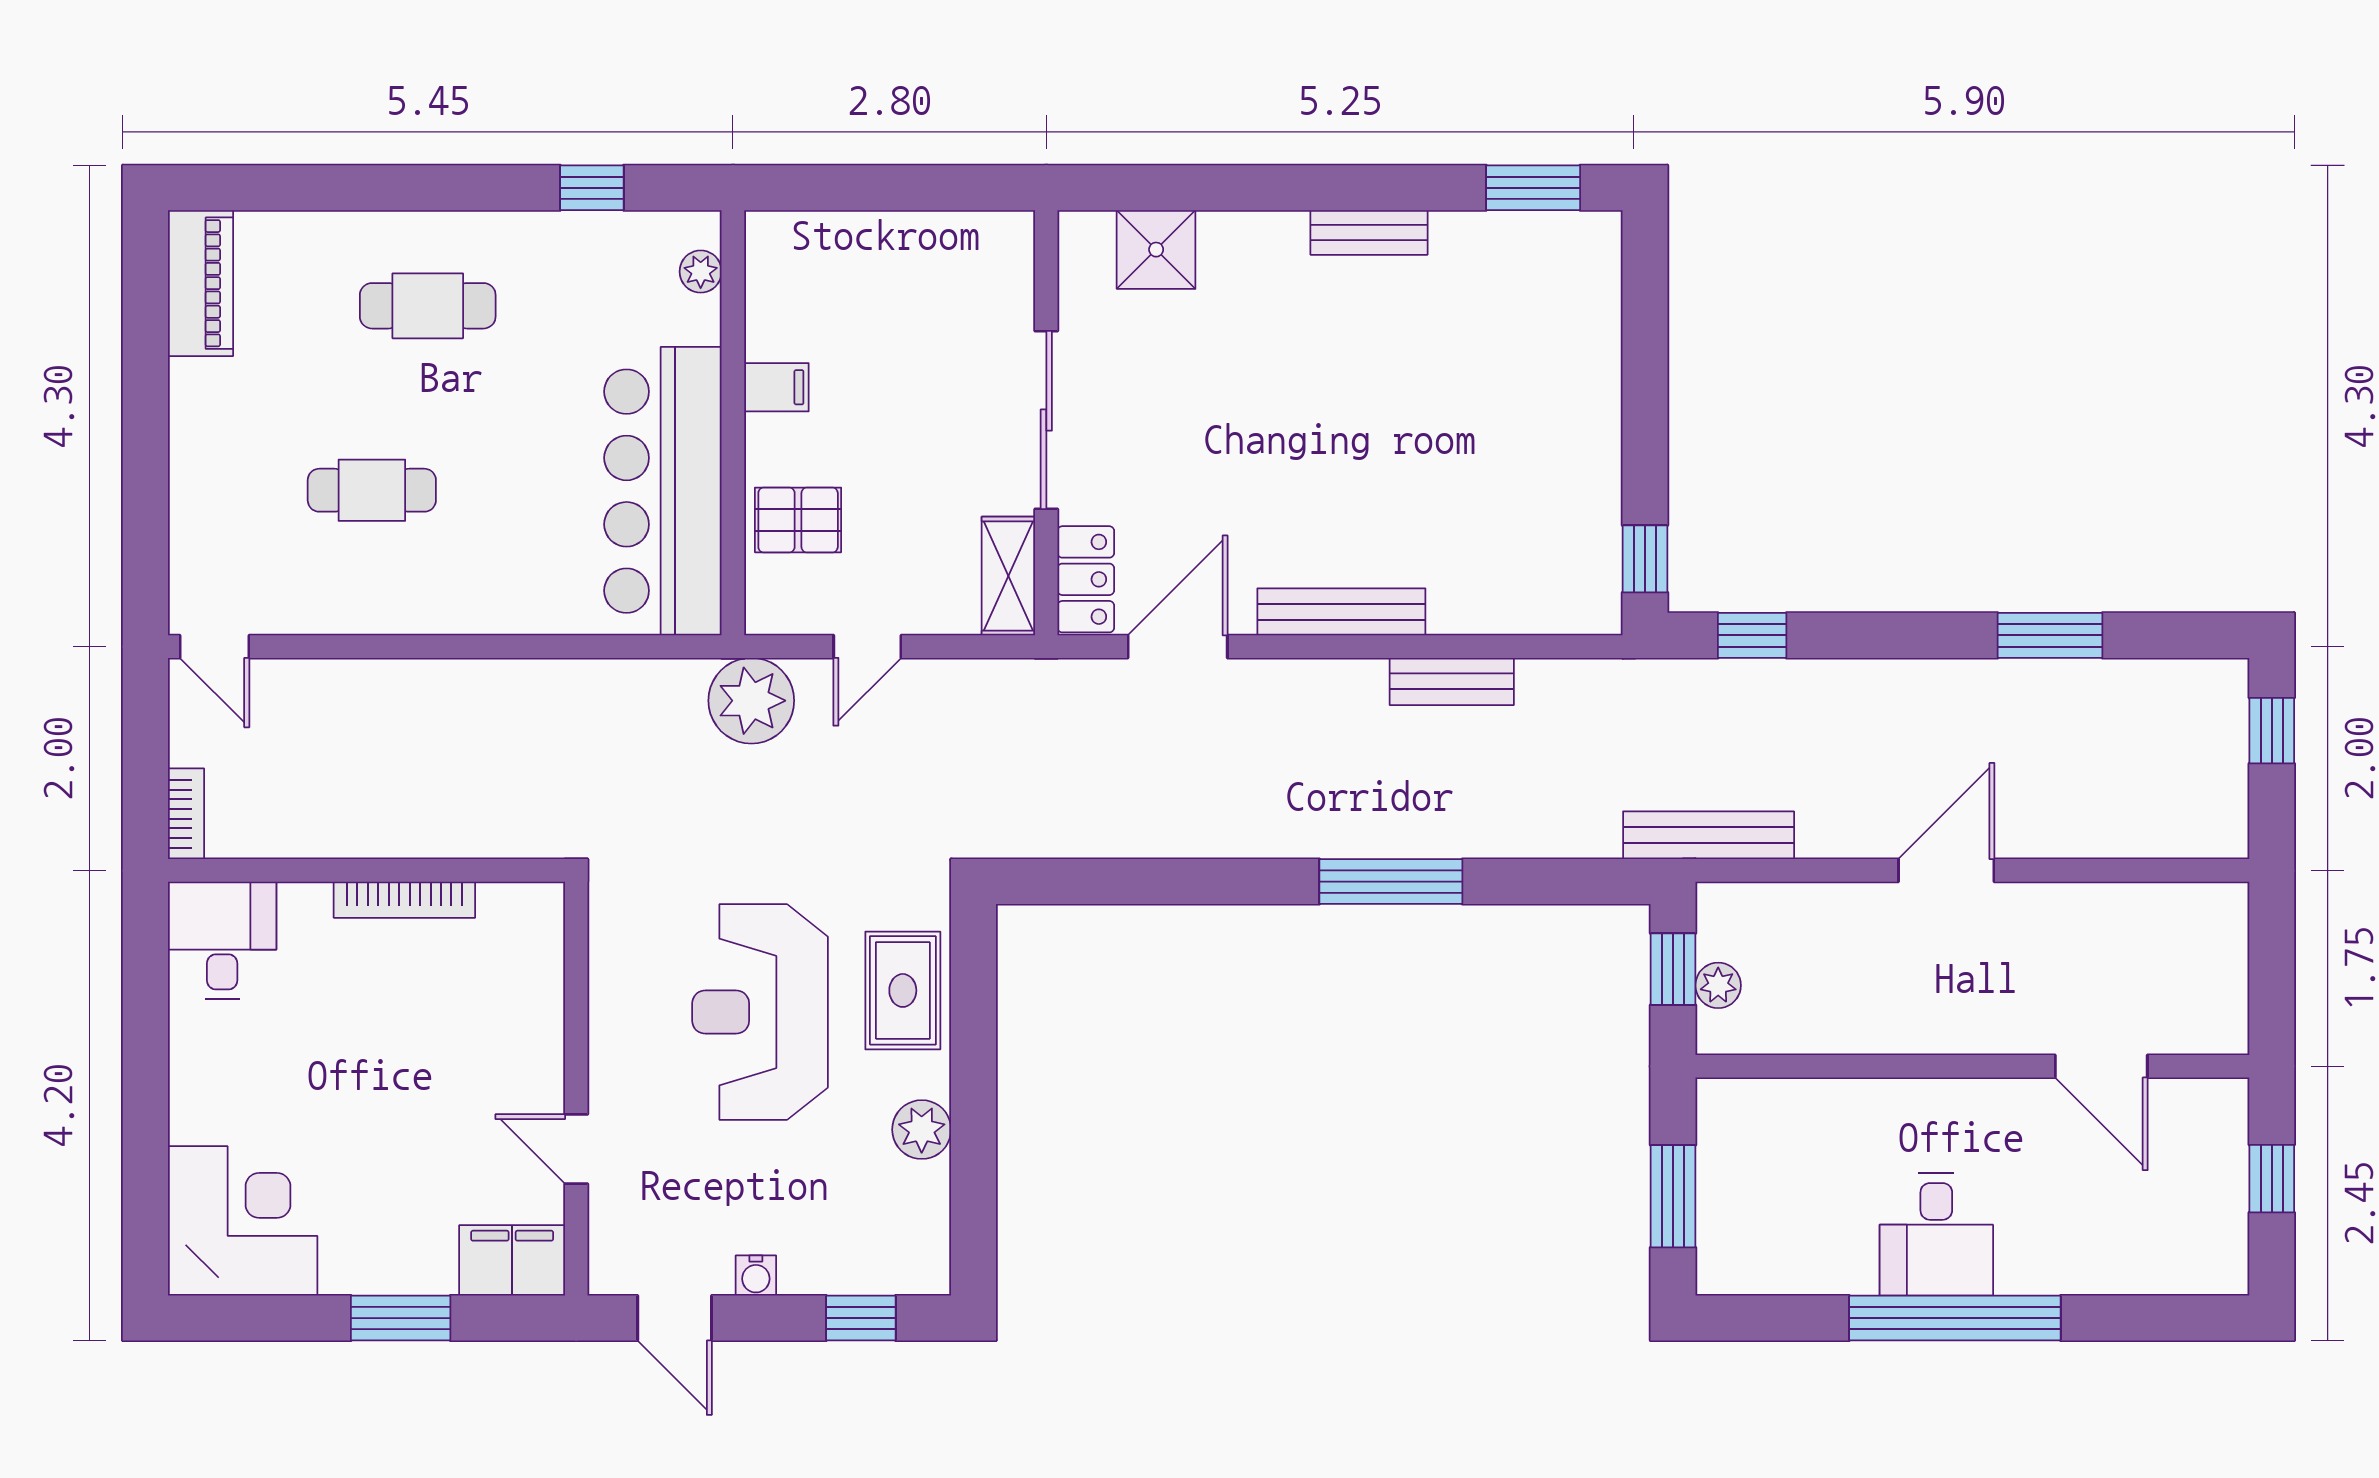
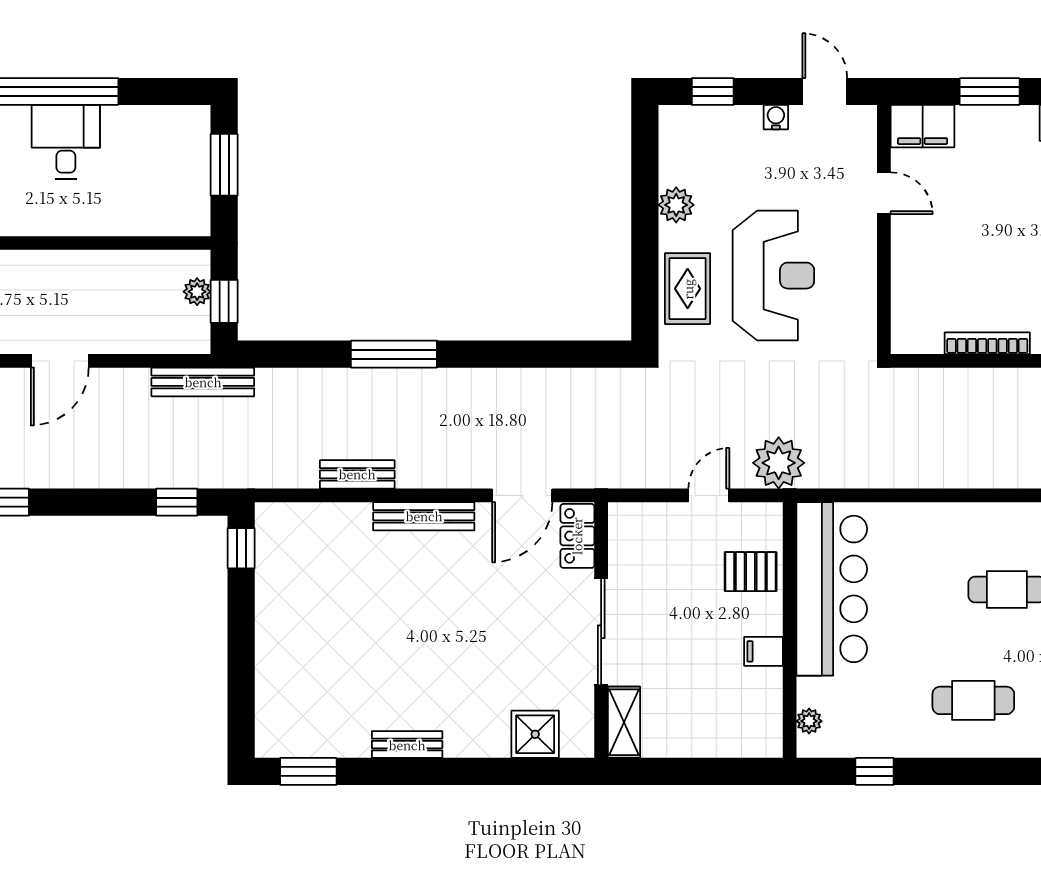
shelving: (1008, 576) -> (624, 722), moved

